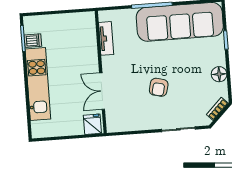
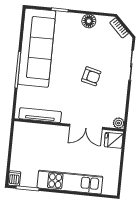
tv unit: (106, 38) -> (40, 115), width x1.41
dishwasher: (33, 41) -> (14, 178), moved
plant: (112, 126) -> (119, 123), added

